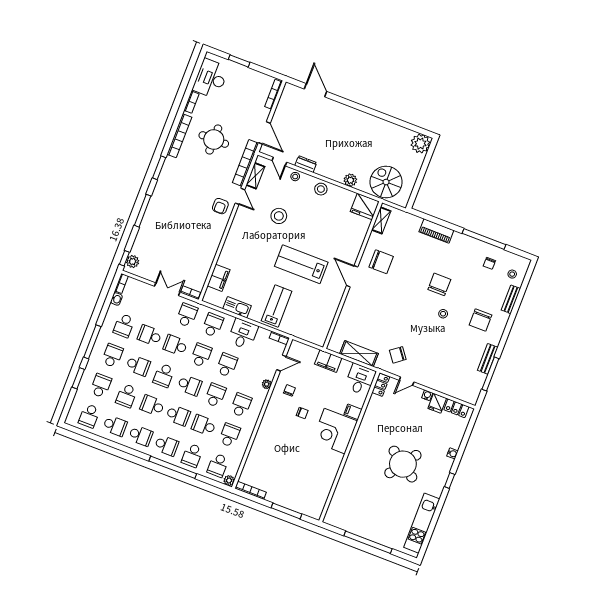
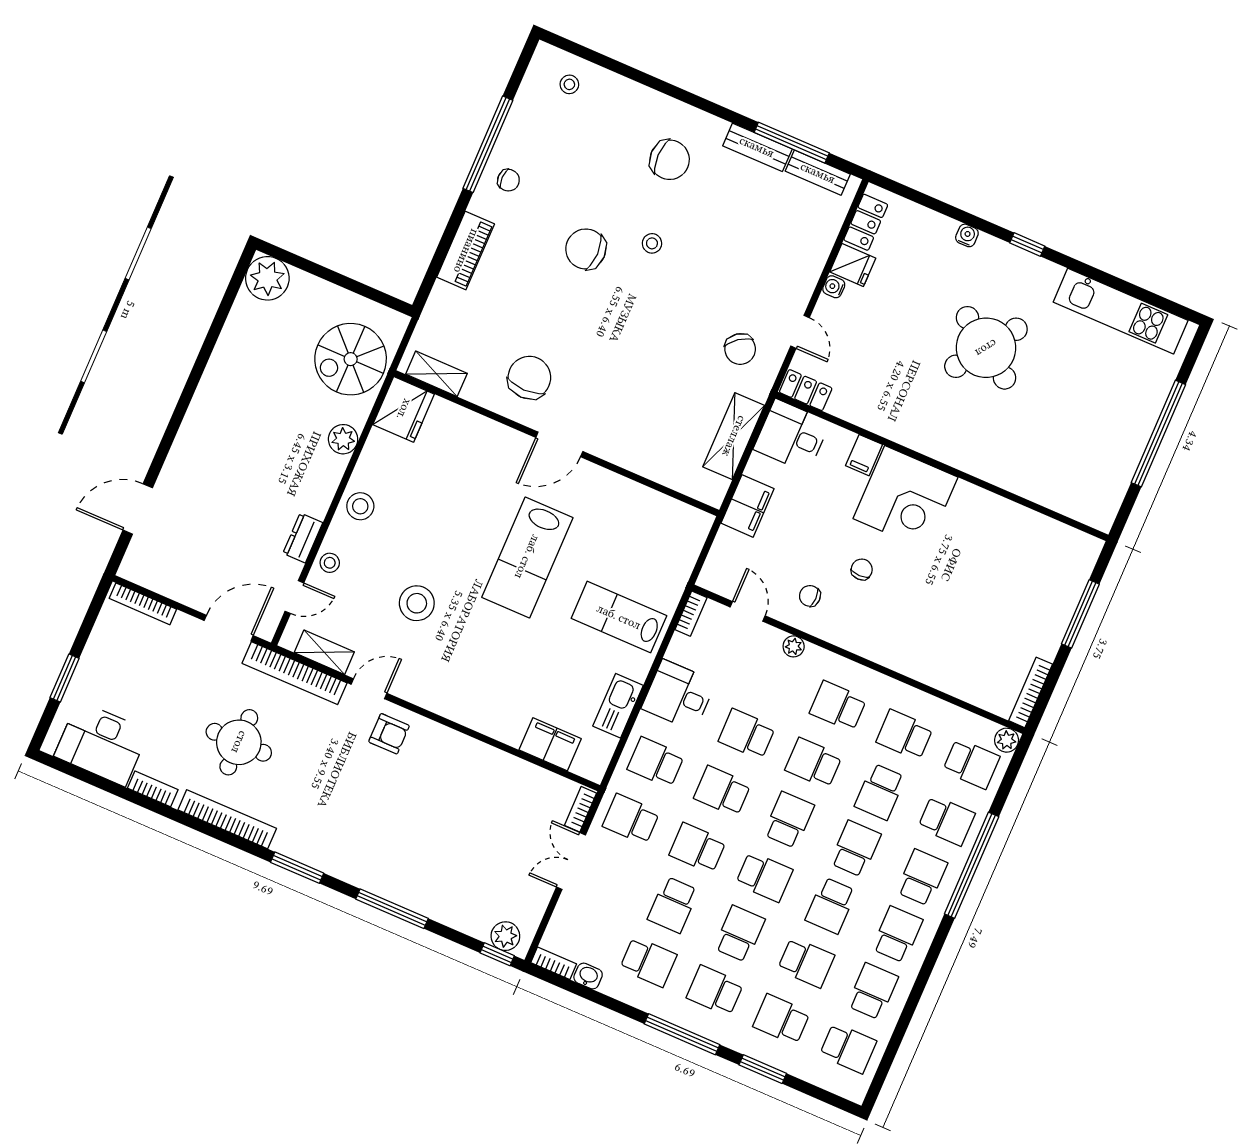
chair: (489, 263) -> (508, 180), moved
bench: (511, 299) -> (818, 173), moved
school desk: (175, 345) -> (698, 848), turned 90

